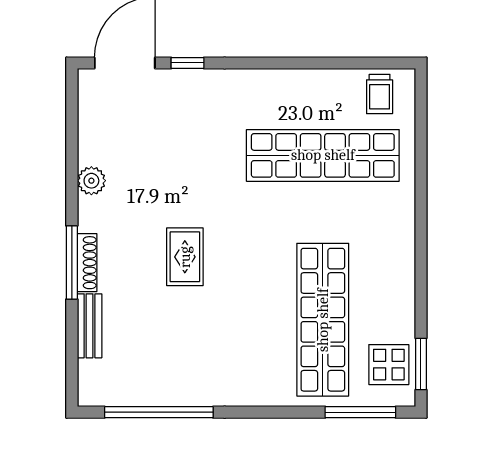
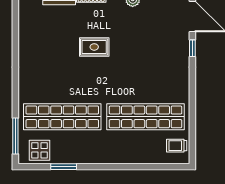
shop shelf: (323, 155) -> (146, 117), turned 90
window: (421, 364) -> (64, 167), moved
window: (159, 412) -> (15, 34), removed

